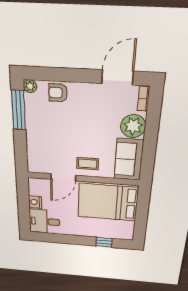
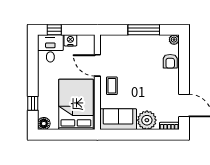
armchair: (58, 93) -> (170, 61), turned 180
window: (19, 110) -> (144, 30), moved
window: (24, 216) -> (54, 30), added
floor lamp: (127, 234) -> (44, 124), added

